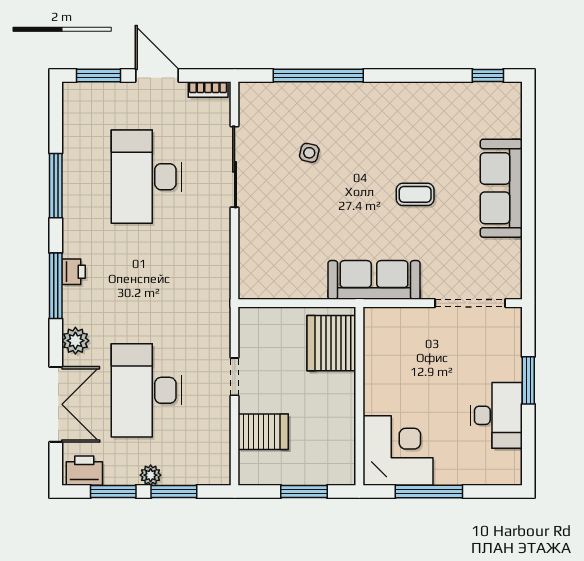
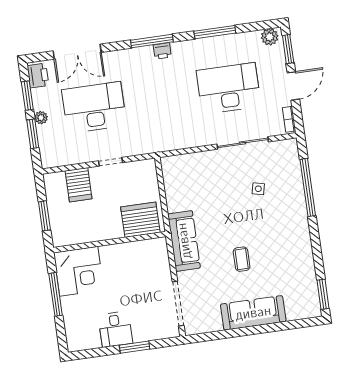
window: (488, 75) -> (323, 294), width x1.50
plant: (75, 341) -> (270, 37), moved
desk: (496, 415) -> (115, 329), width x0.73

